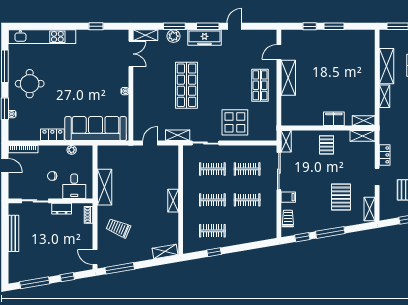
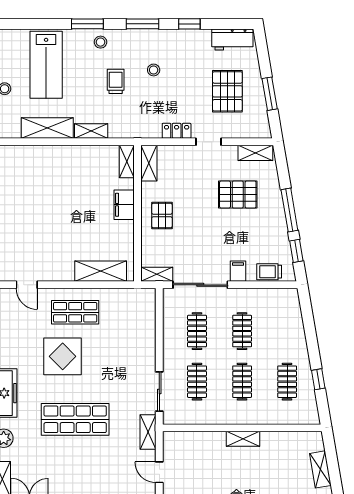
shelving: (288, 78) -> (101, 271), moved
display table: (235, 122) -> (63, 356), moved
pallet: (327, 145) -> (162, 215), turned 90
shelving: (165, 251) -> (320, 469), moved

